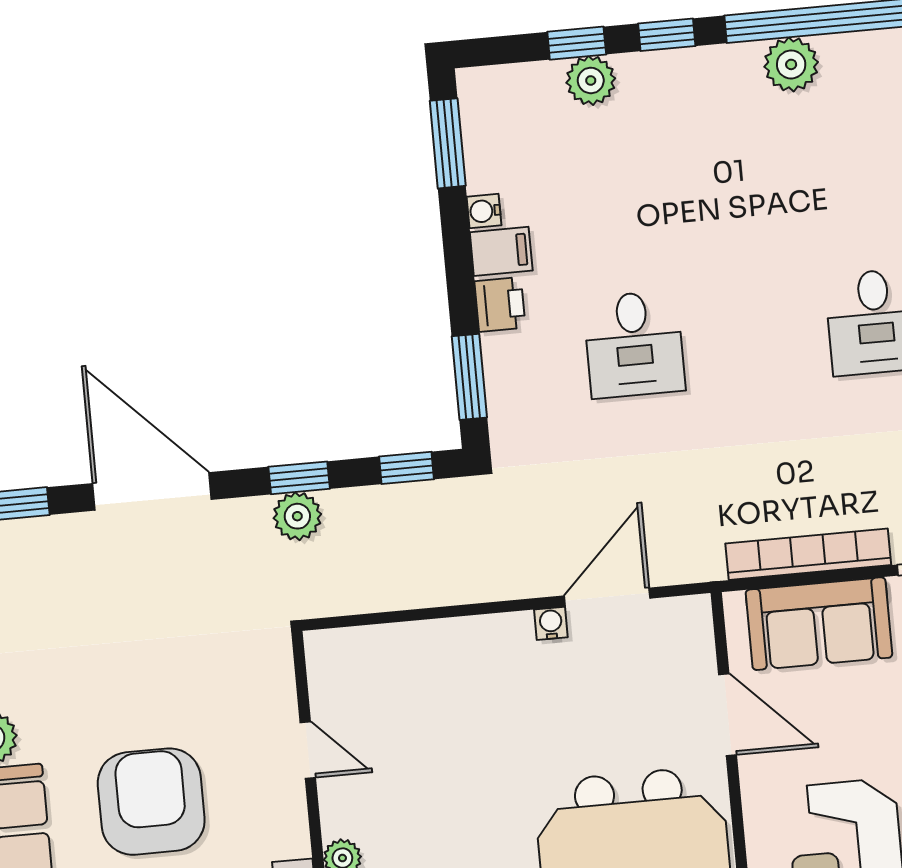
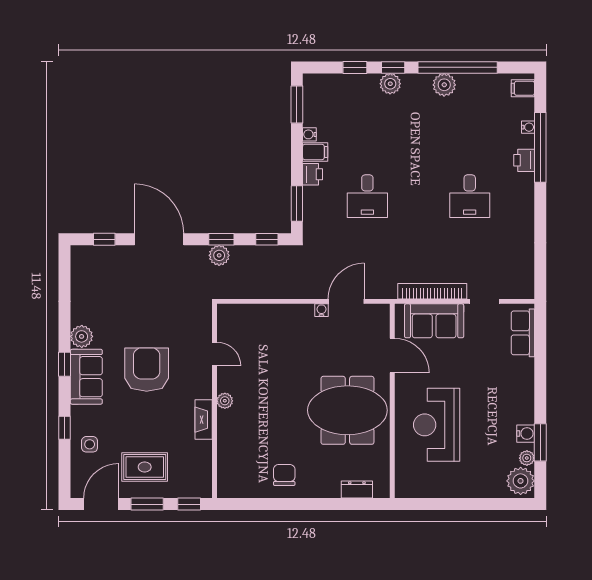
plant: (591, 80) -> (390, 84), moved

